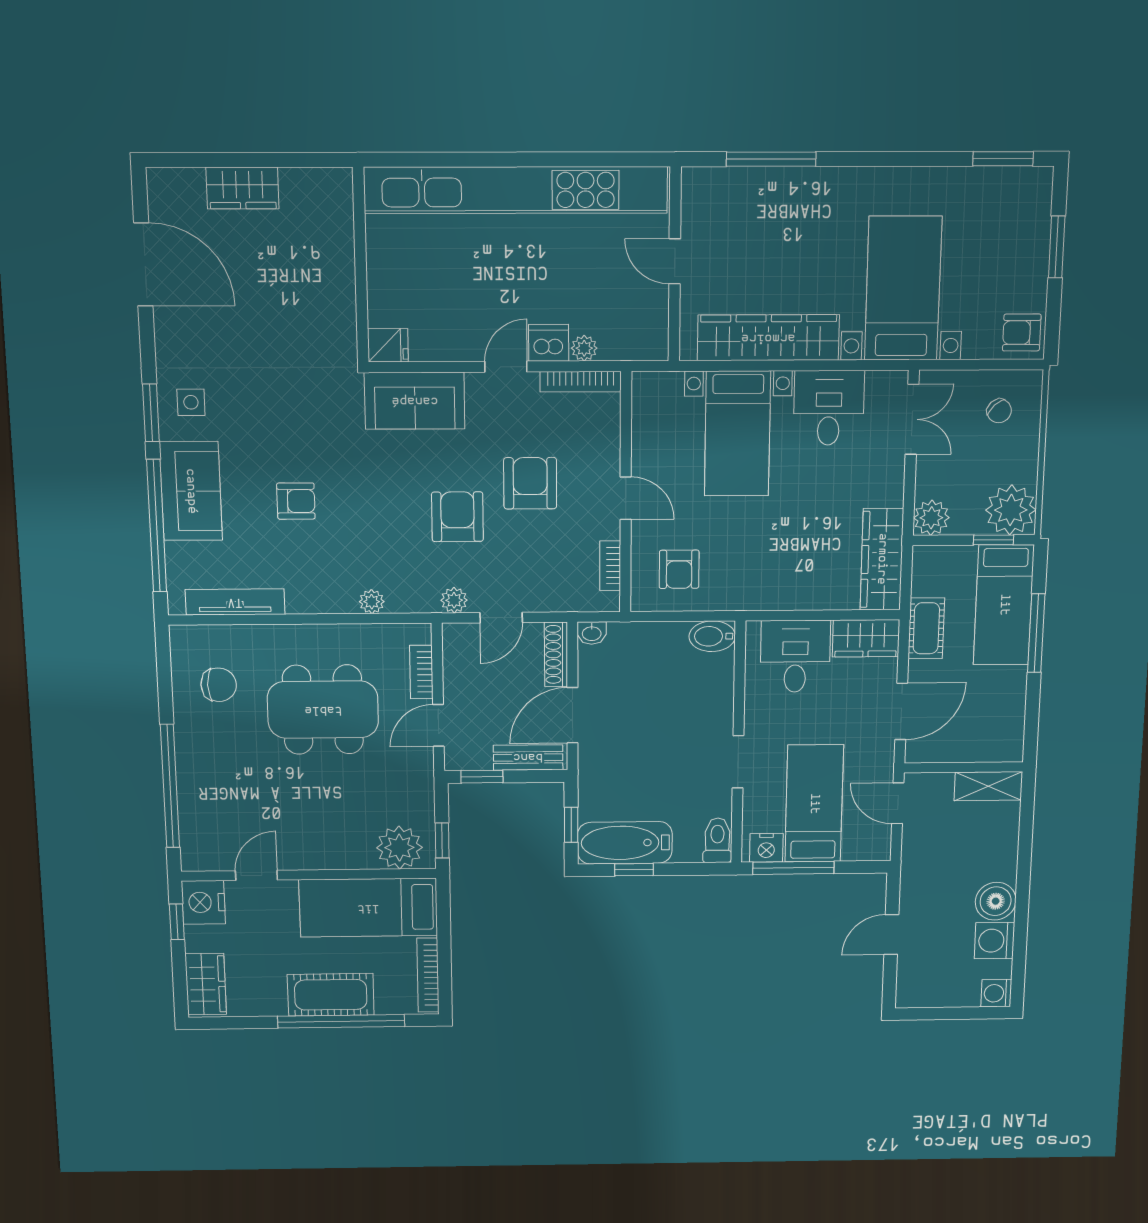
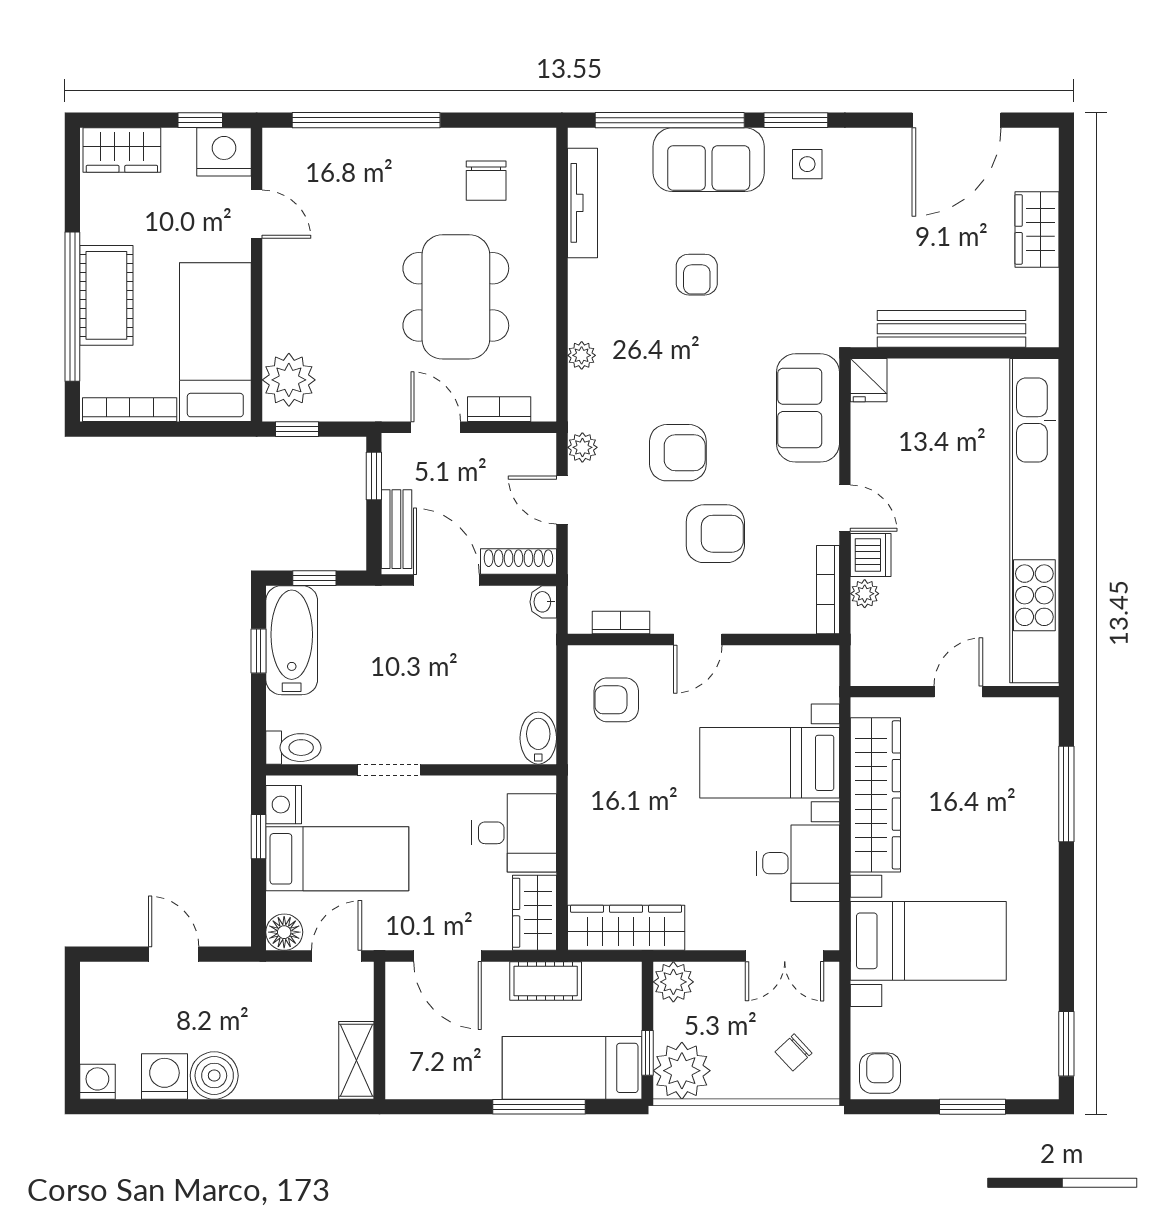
bench: (338, 269) -> (952, 329), added
floor lamp: (876, 846) -> (284, 932), added
window: (793, 868) -> (258, 837), width x0.46

